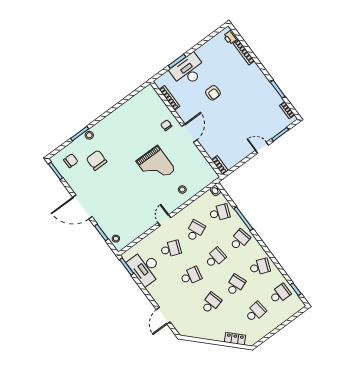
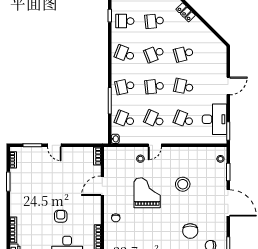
door: (189, 133) -> (102, 186), moved
stool: (132, 194) -> (183, 184), added
door: (164, 220) -> (155, 145), moved
school desk: (195, 231) -> (154, 119), turned 48
door: (163, 316) -> (228, 86), moved

